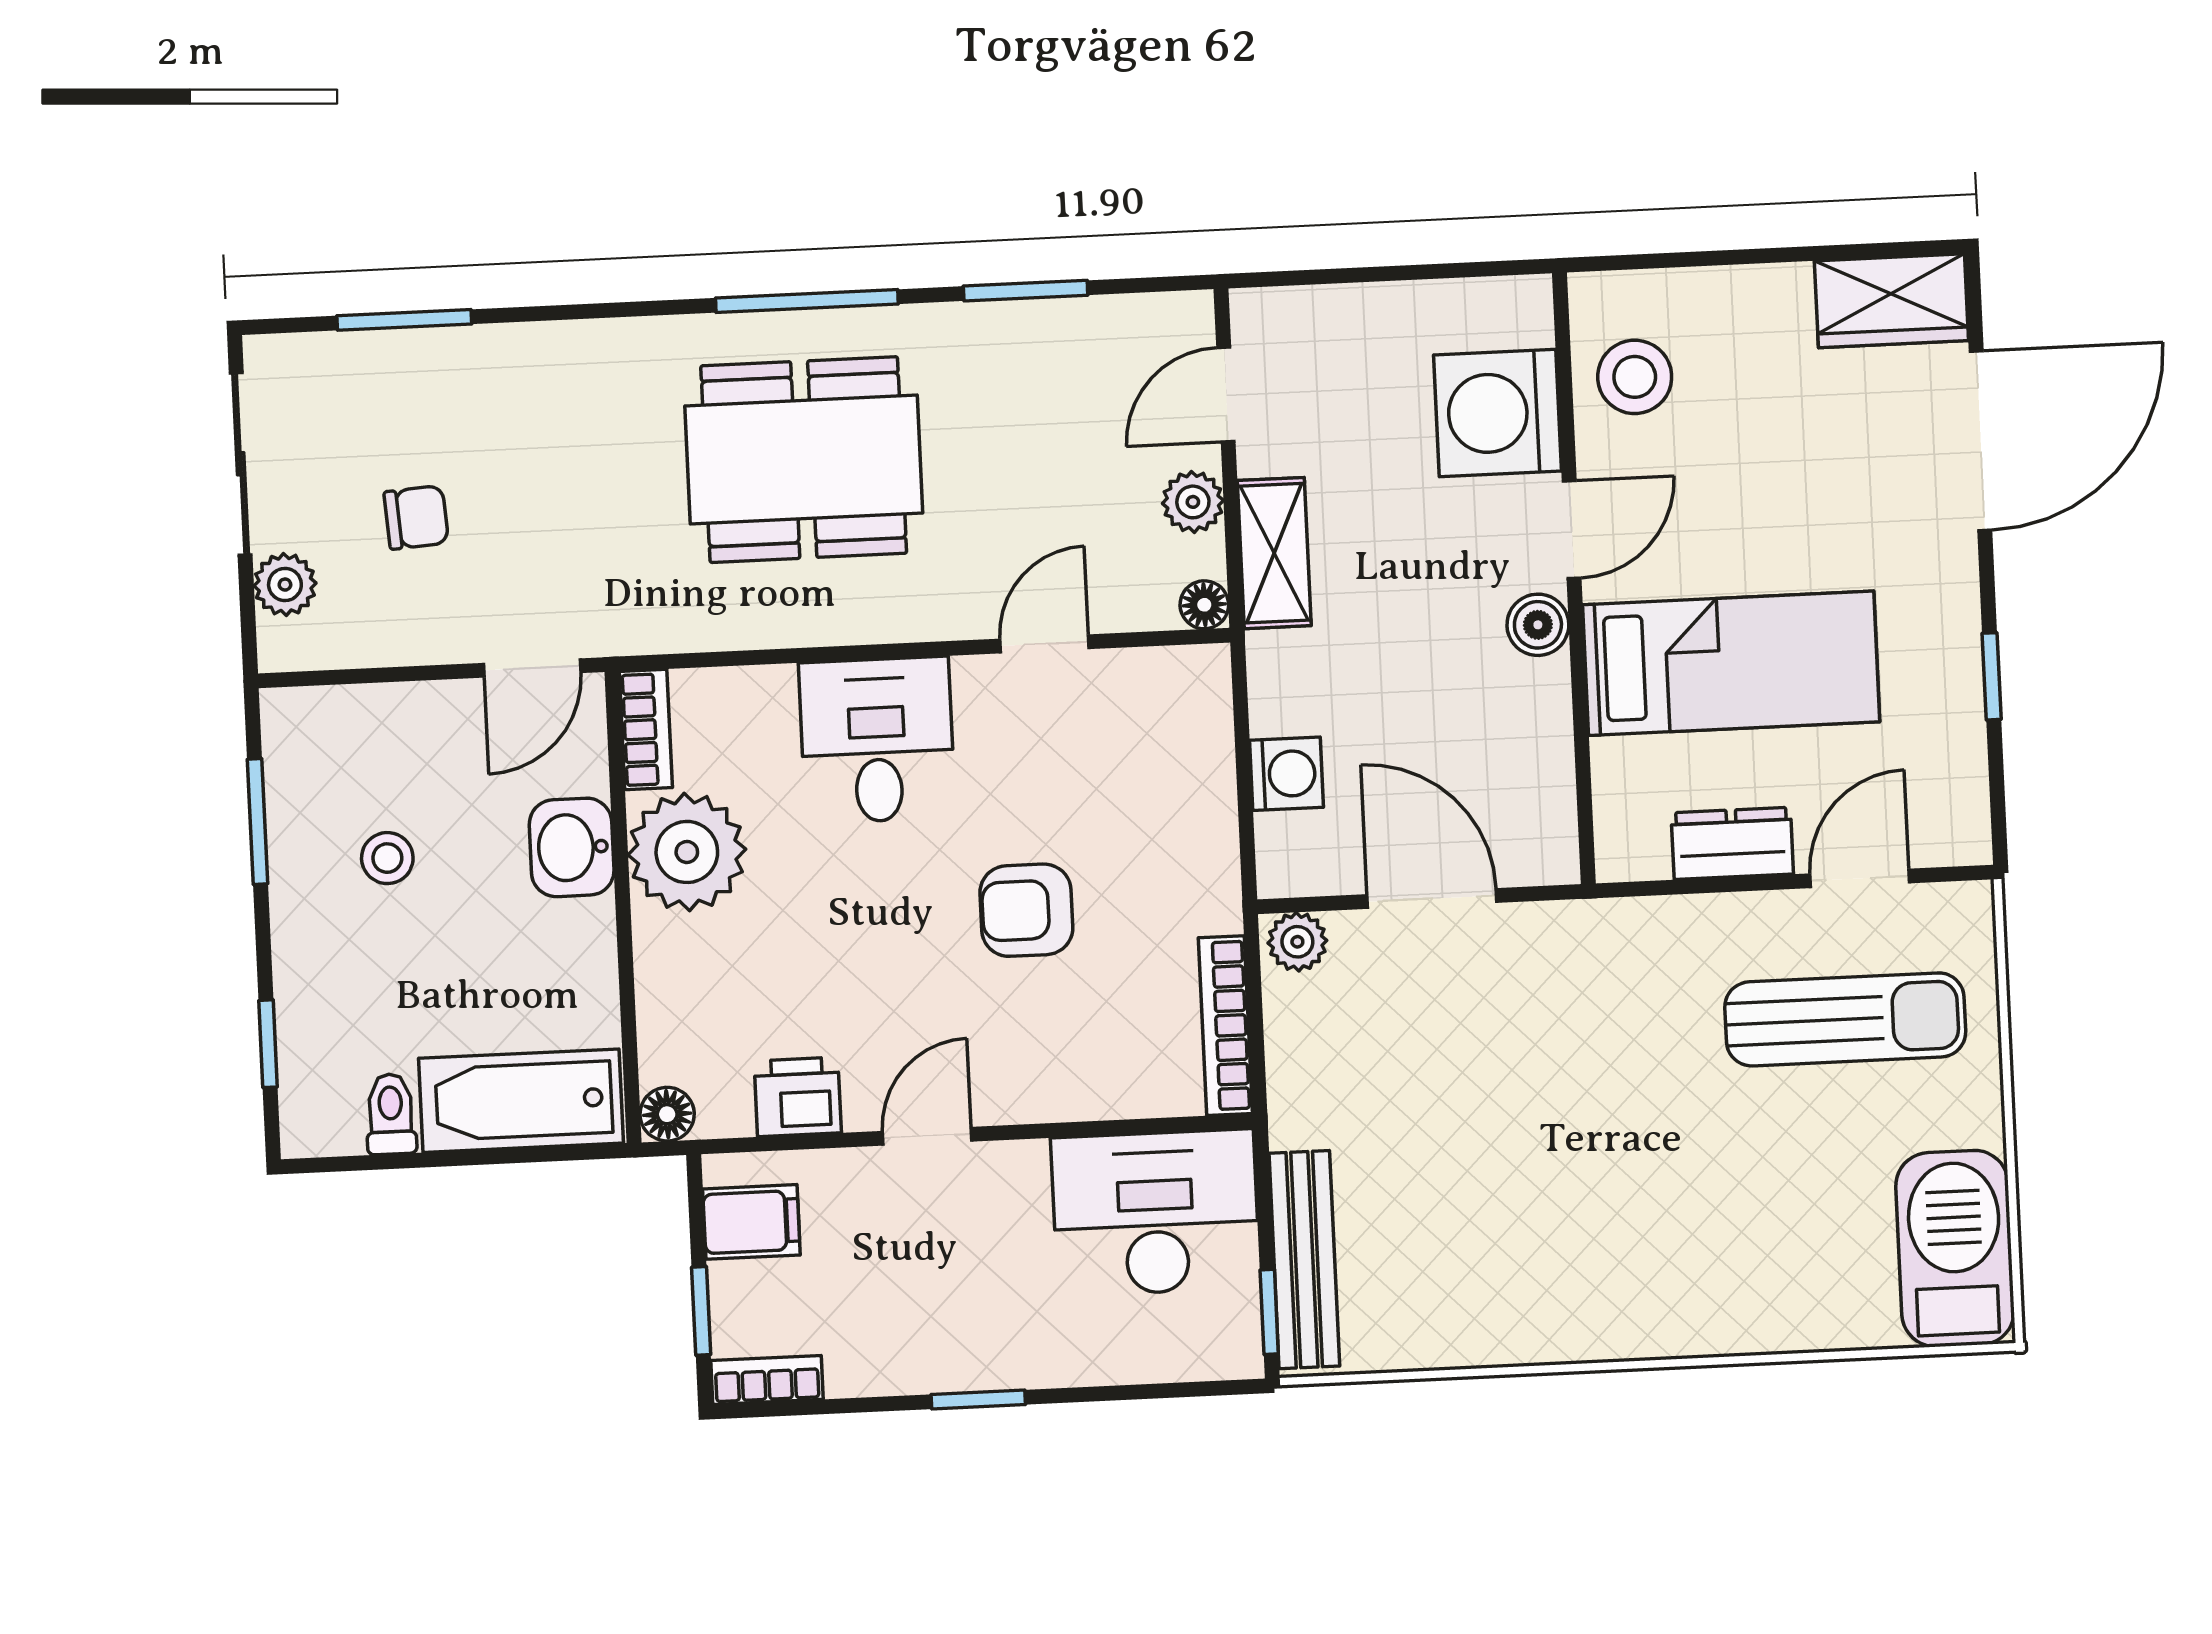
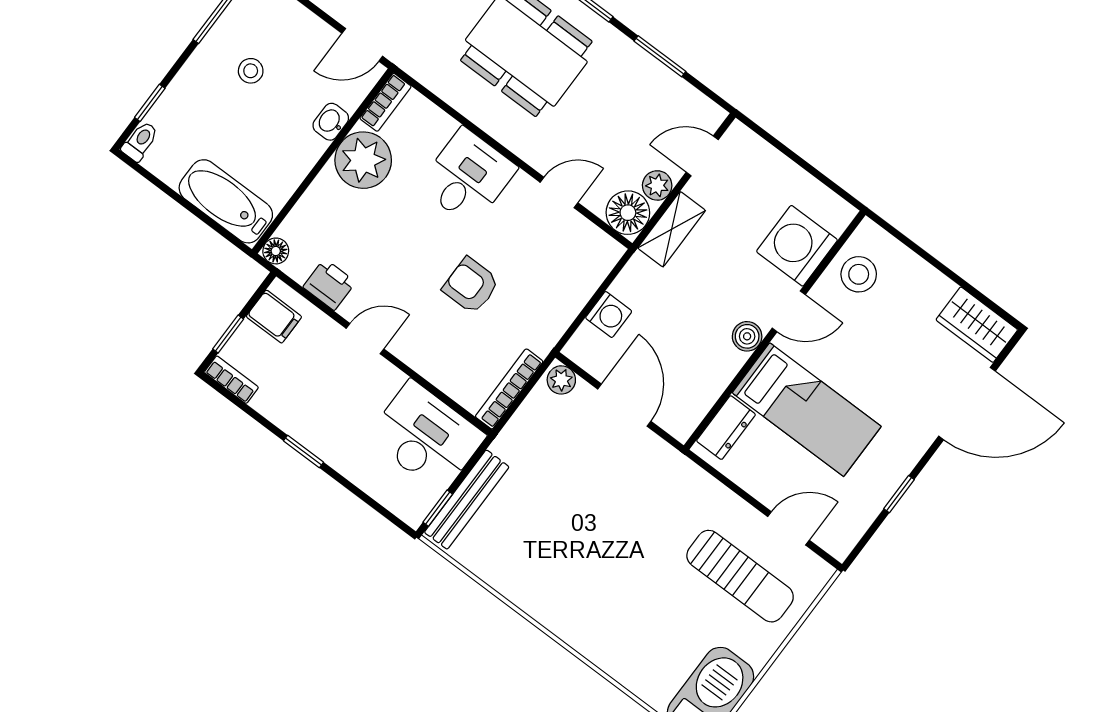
floor lamp: (1204, 605) -> (628, 213), width x1.89, depth x1.89
dresser: (1732, 843) -> (726, 428), moved, turned 90
washbasin: (572, 847) -> (331, 122), width x0.72, depth x0.69
toilet: (391, 1114) -> (140, 141), moved

